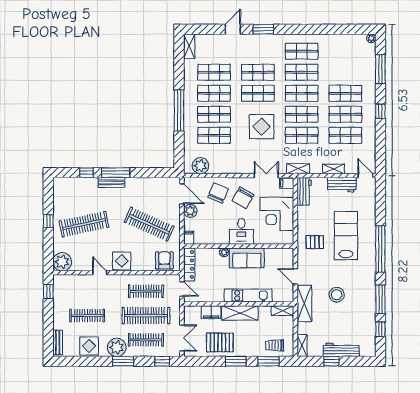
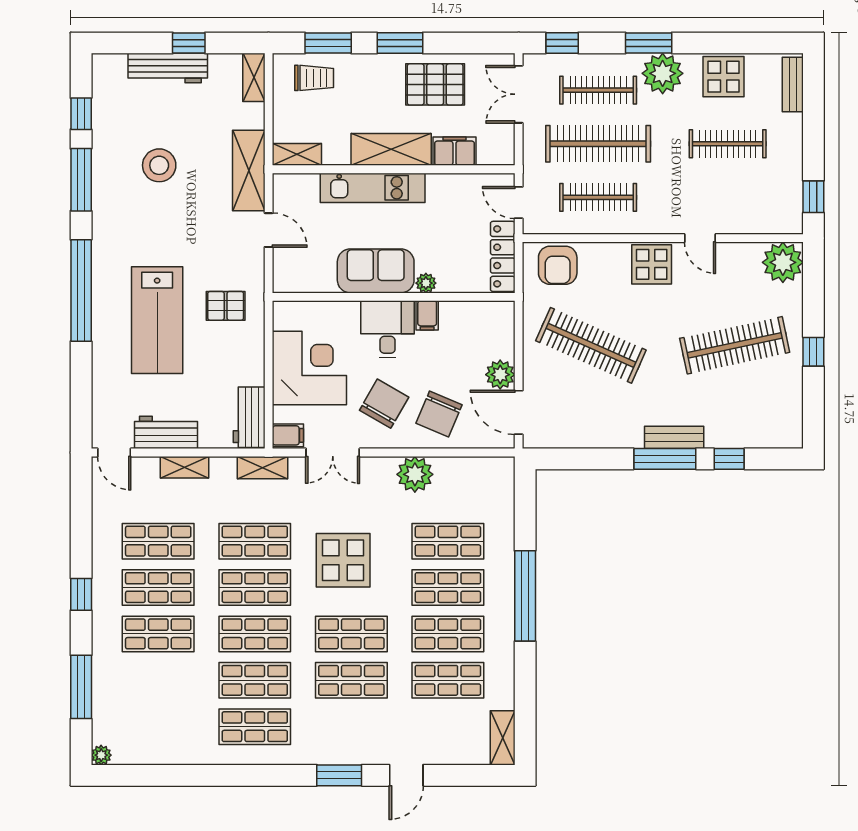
plant: (200, 166) -> (415, 474), moved
filing cabinet: (189, 238) -> (427, 315), moved
stool: (337, 295) -> (159, 165), moved

